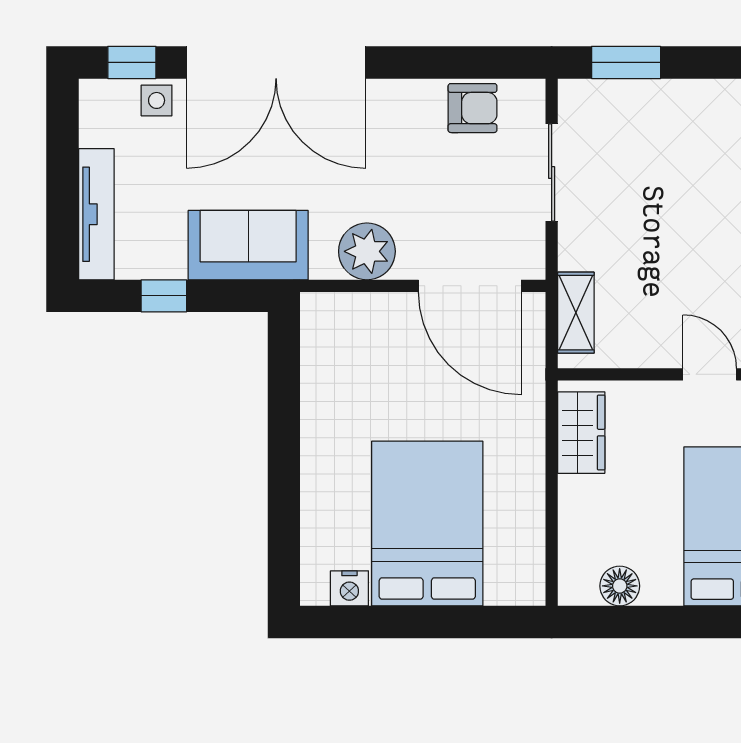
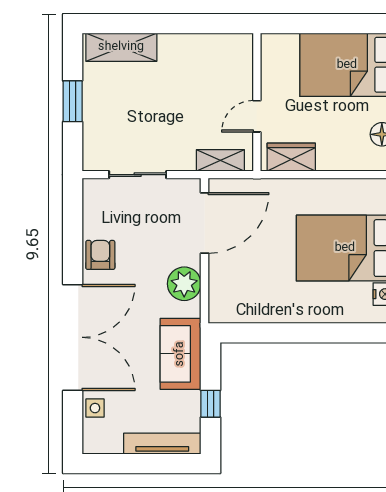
window: (132, 62) -> (73, 423), removed
window: (626, 62) -> (73, 101), moved
armchair: (473, 108) -> (100, 255), moved
door: (710, 374) -> (257, 116), moved

